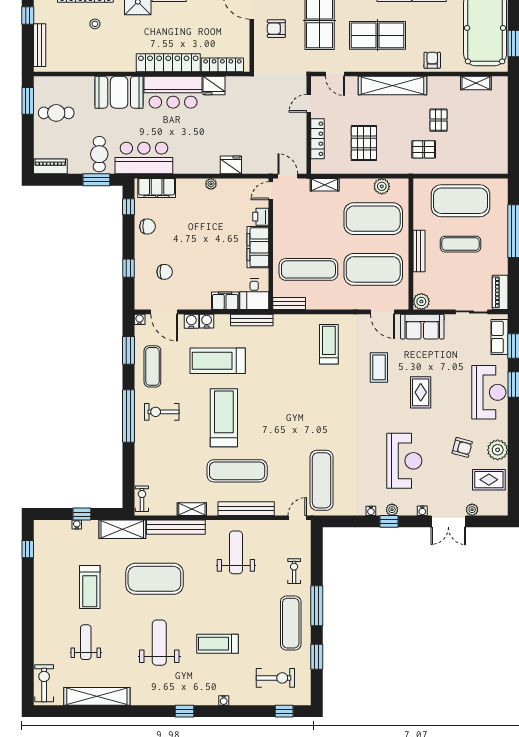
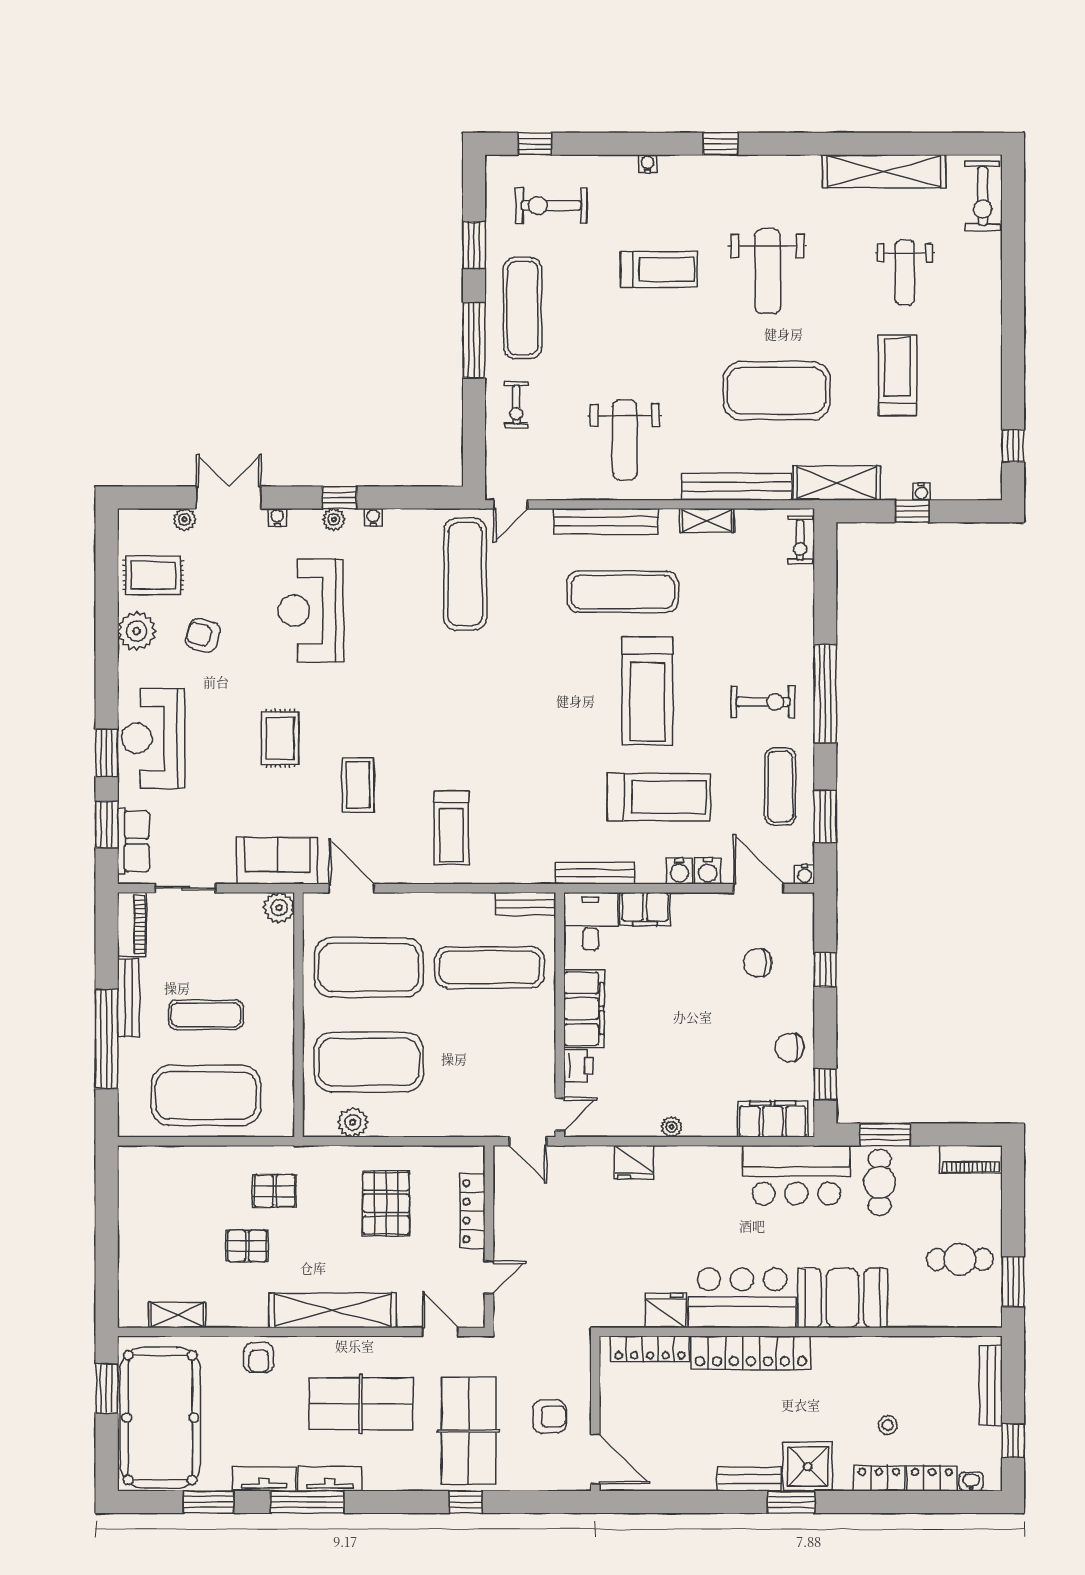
pallet: (438, 120) -> (247, 1246), turned 90
shelving: (325, 185) -> (459, 1125), removed
bench: (419, 251) -> (128, 998), moved

